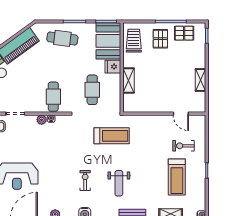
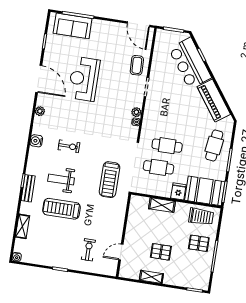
pallet: (184, 33) -> (161, 252), moved, turned 90
cafe table: (53, 97) -> (167, 146), moved
treadmill: (177, 177) -> (62, 209), moved

